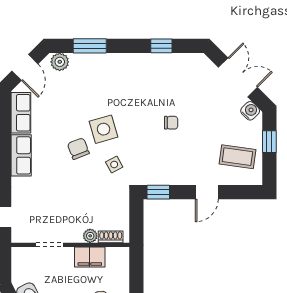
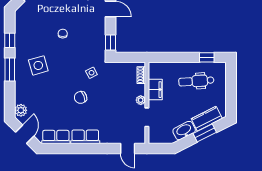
window: (90, 46) -> (10, 70), moved
door: (25, 67) -> (25, 134), hinge flipped
side table: (104, 129) -> (38, 65), moved
plant: (90, 236) -> (141, 100), moved

